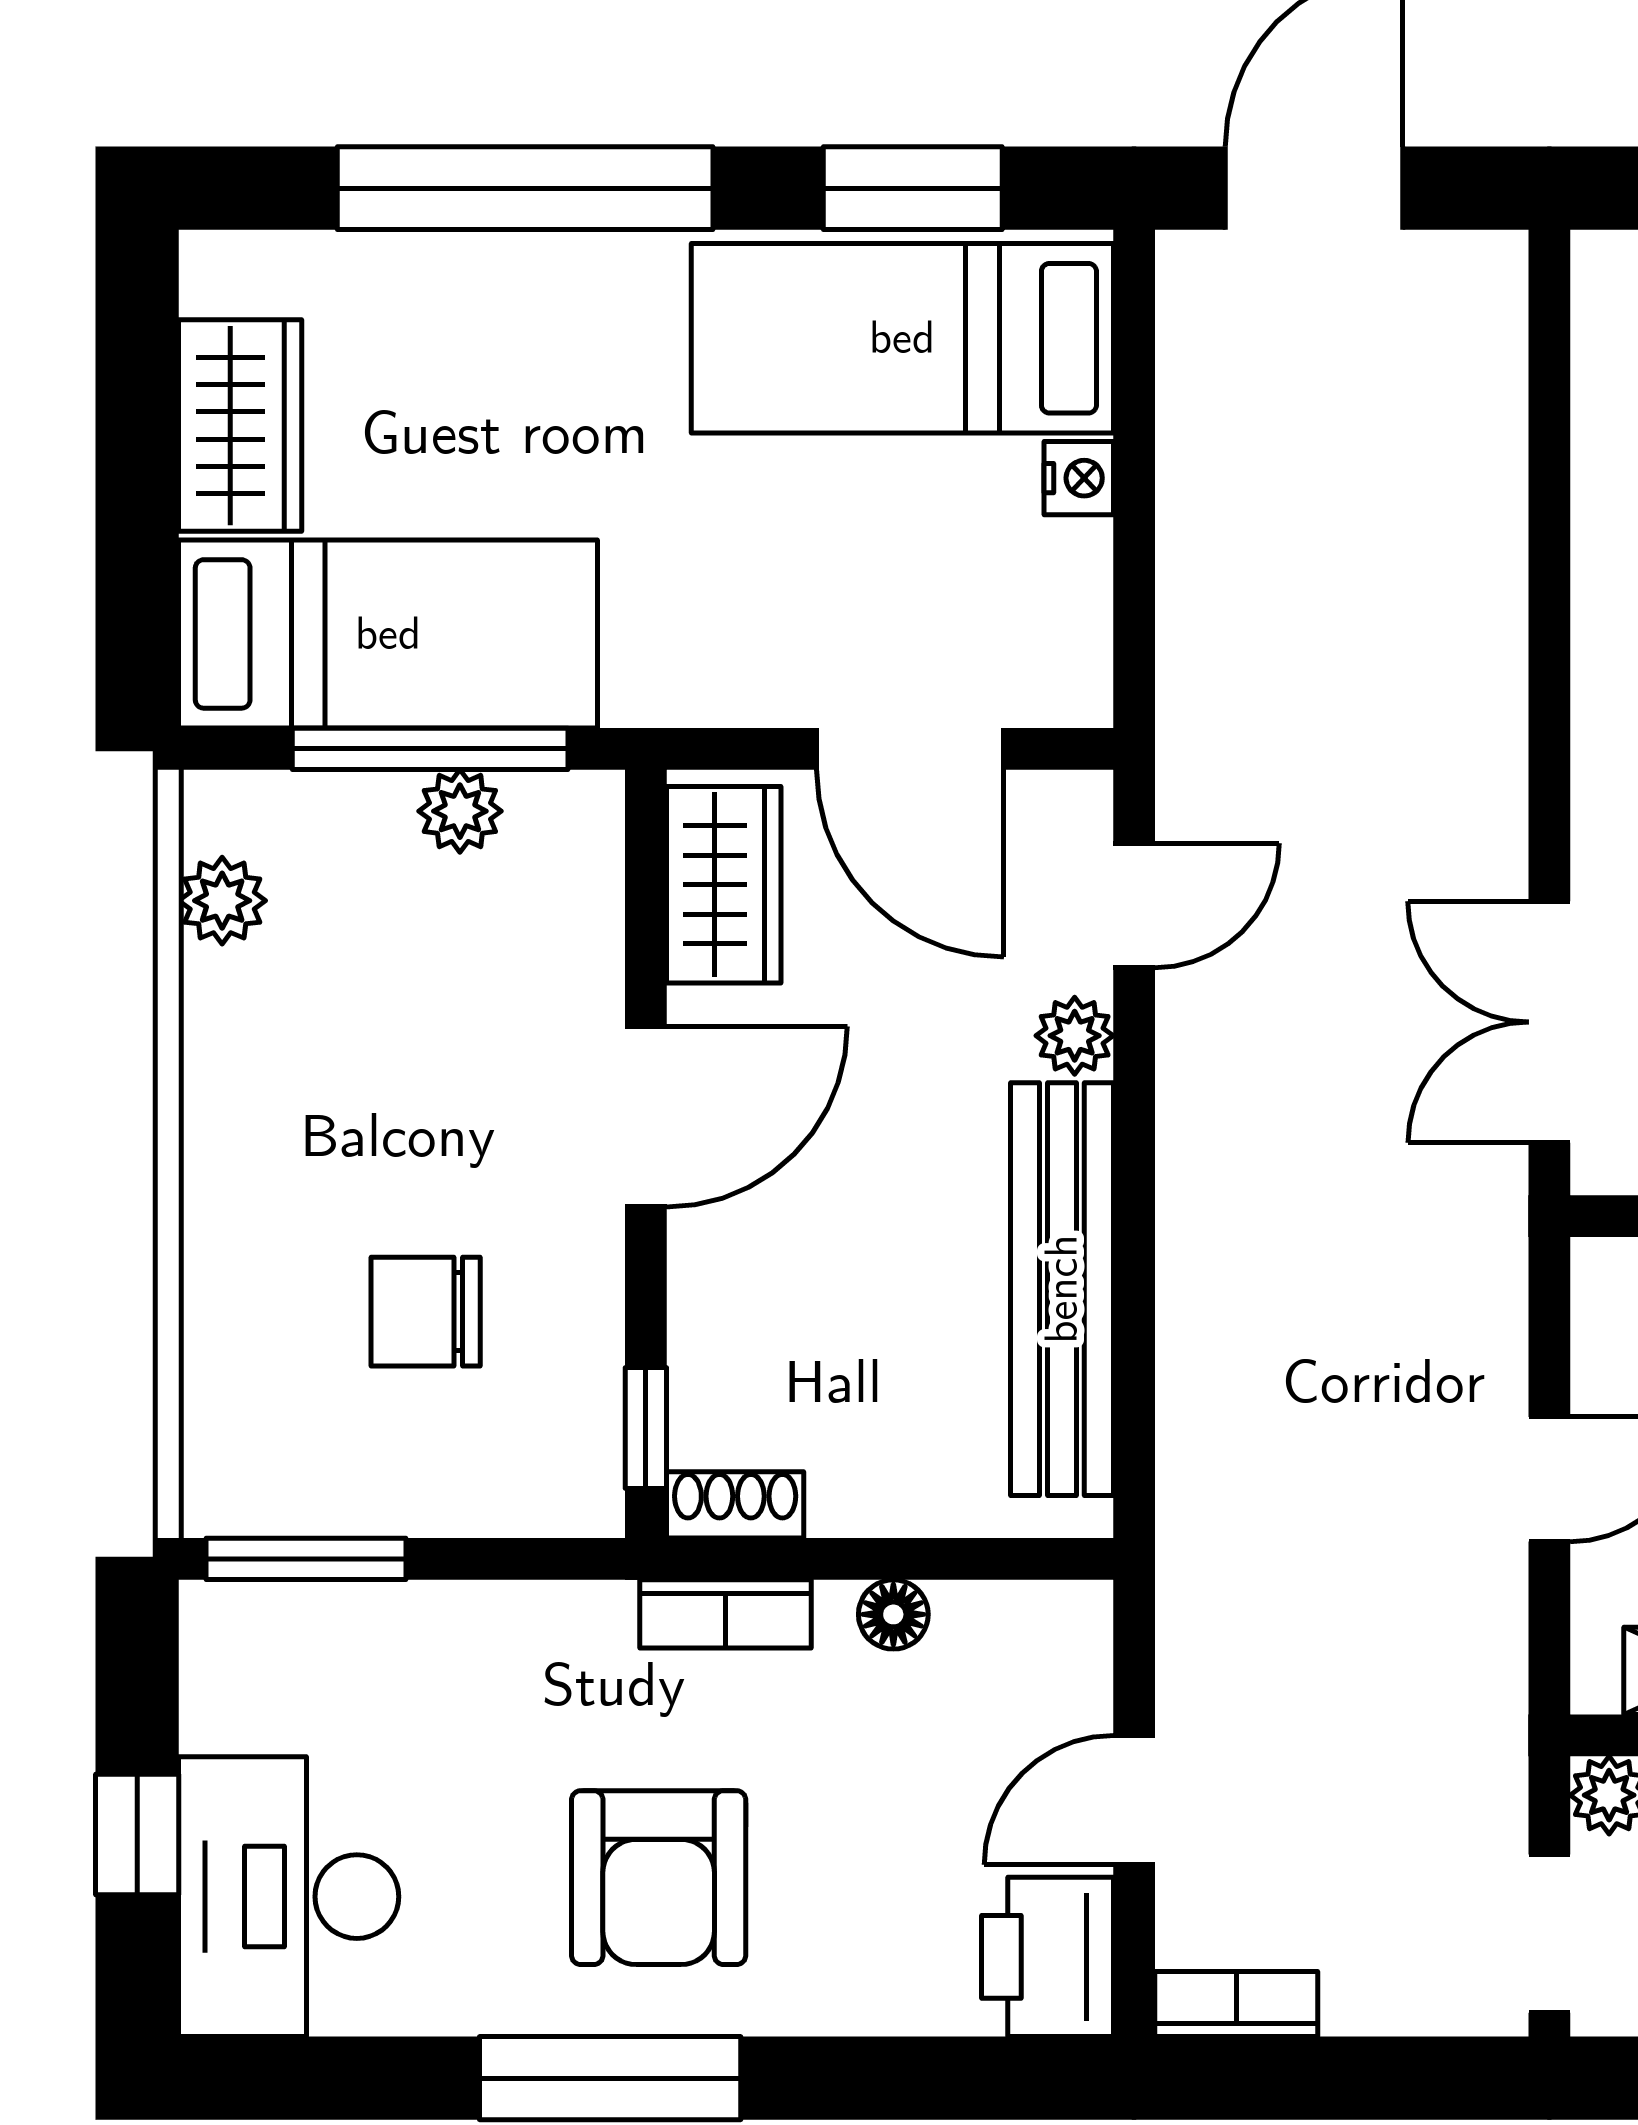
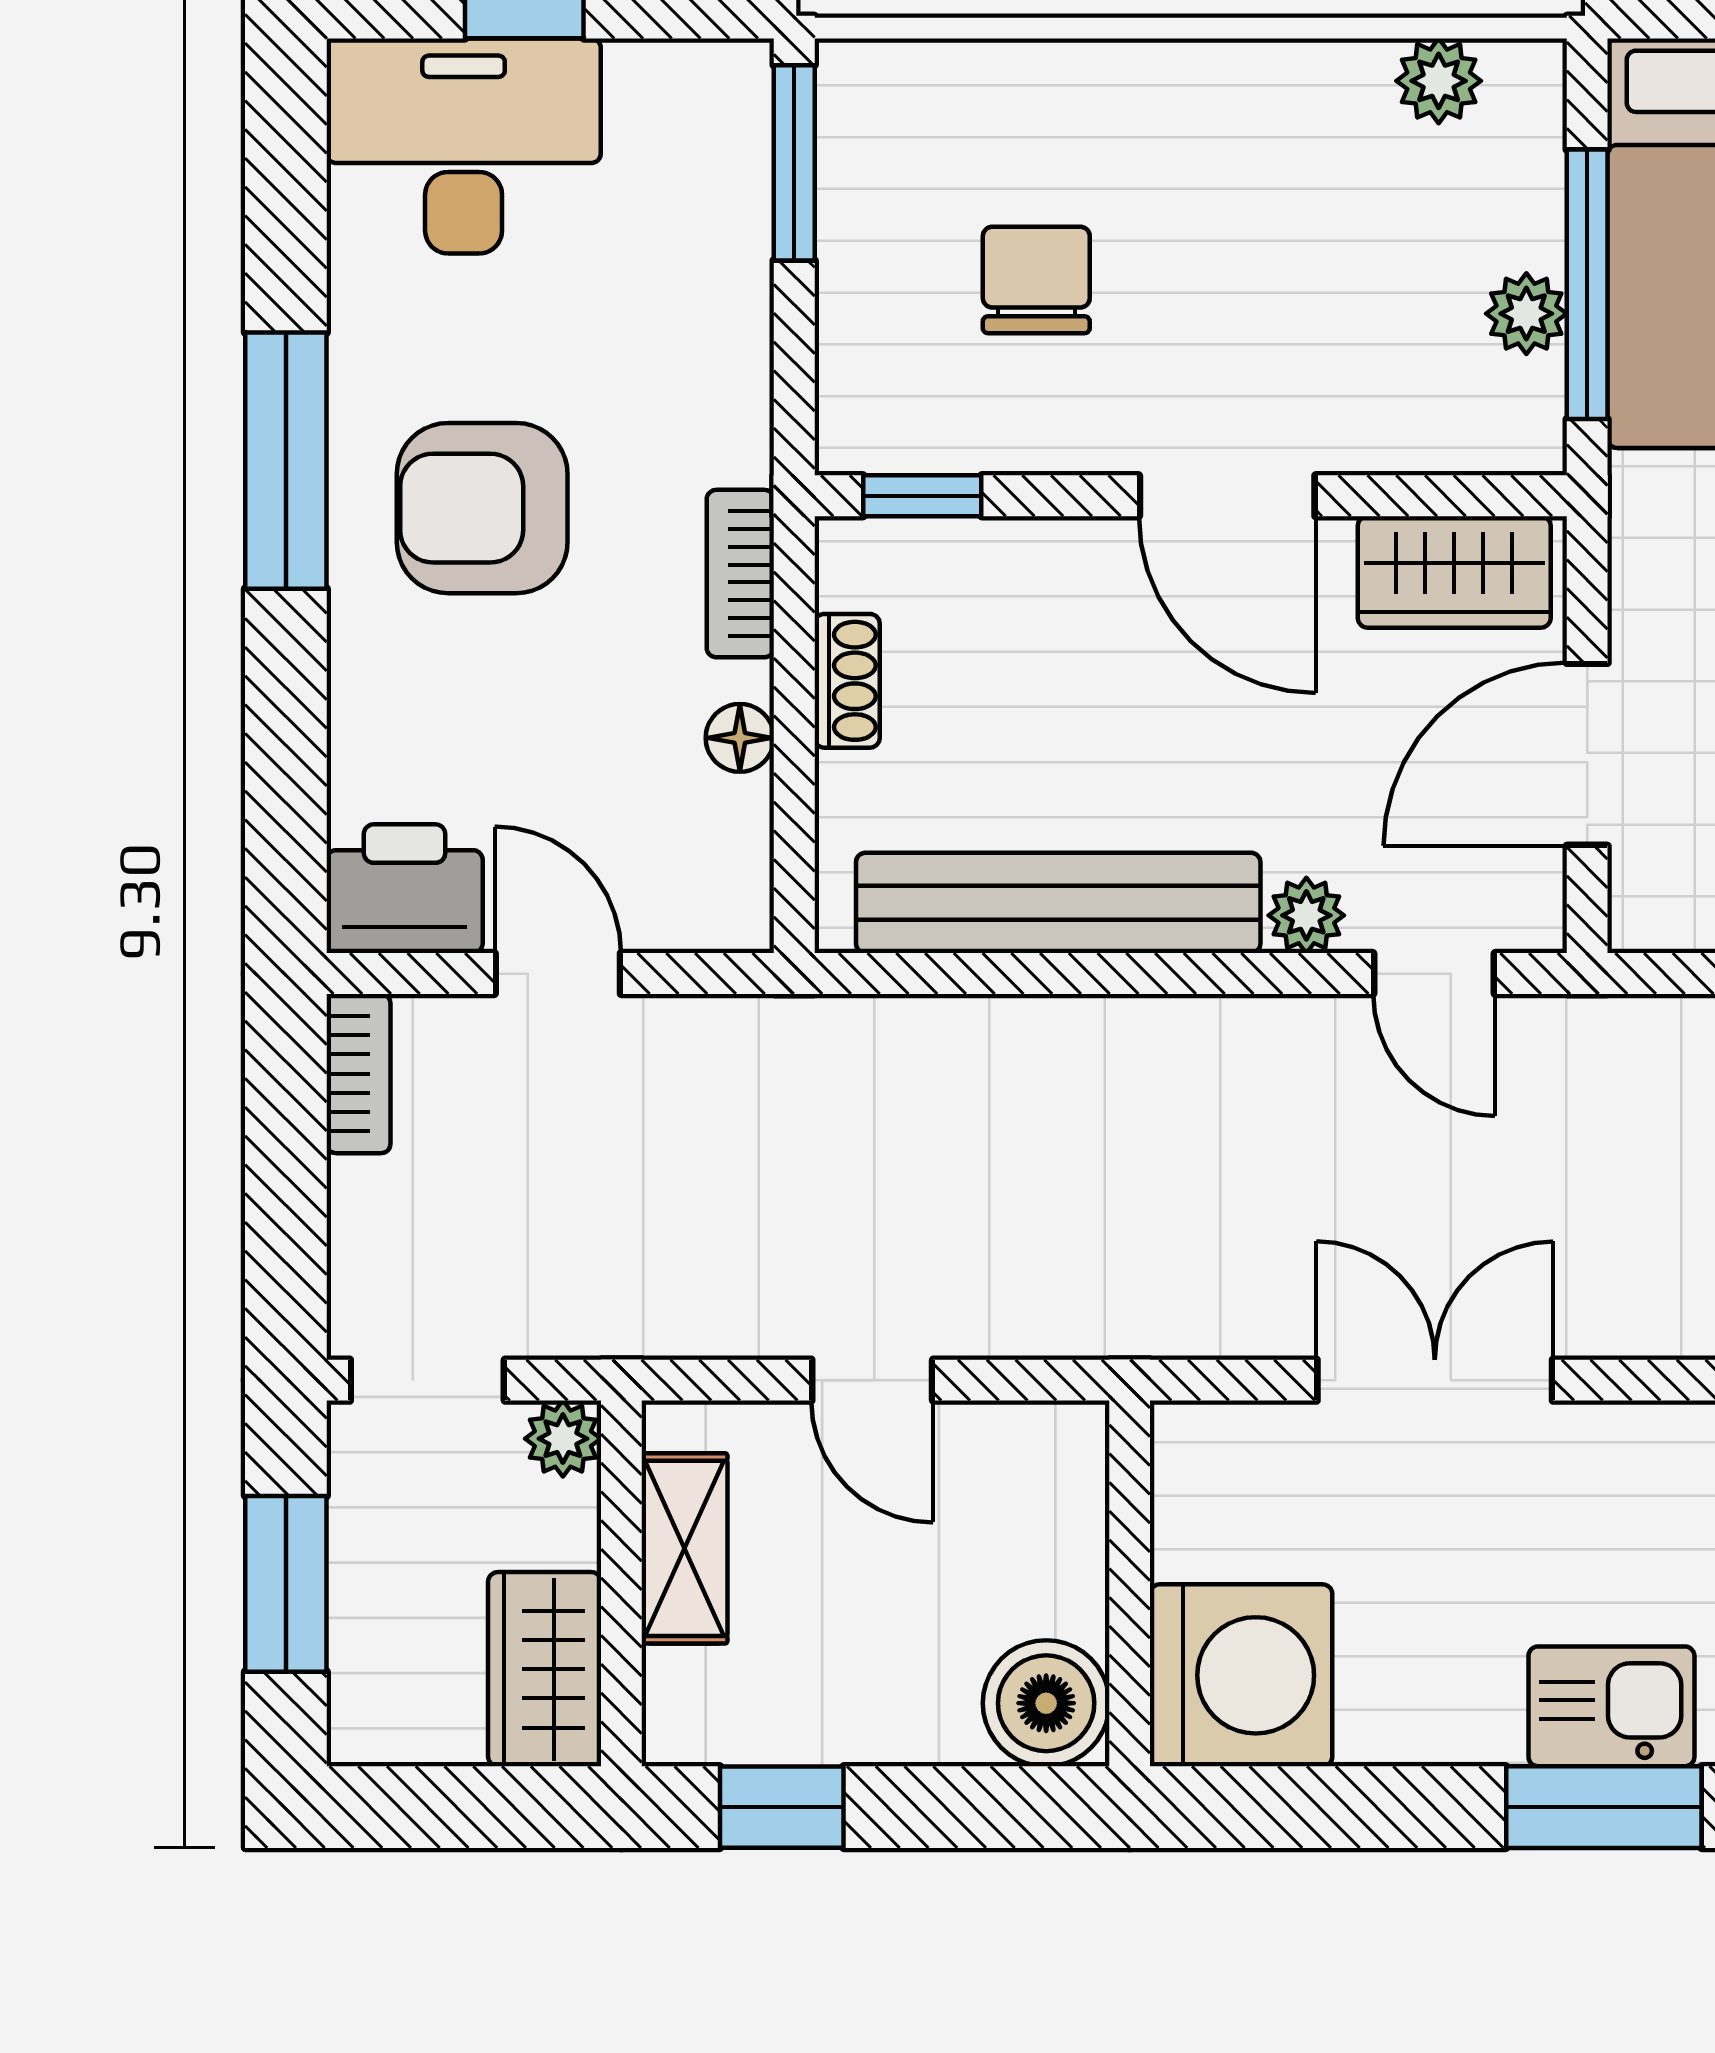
double door: (1549, 1022) -> (1435, 1380), moved
shoe rack: (735, 1505) -> (847, 681), moved

